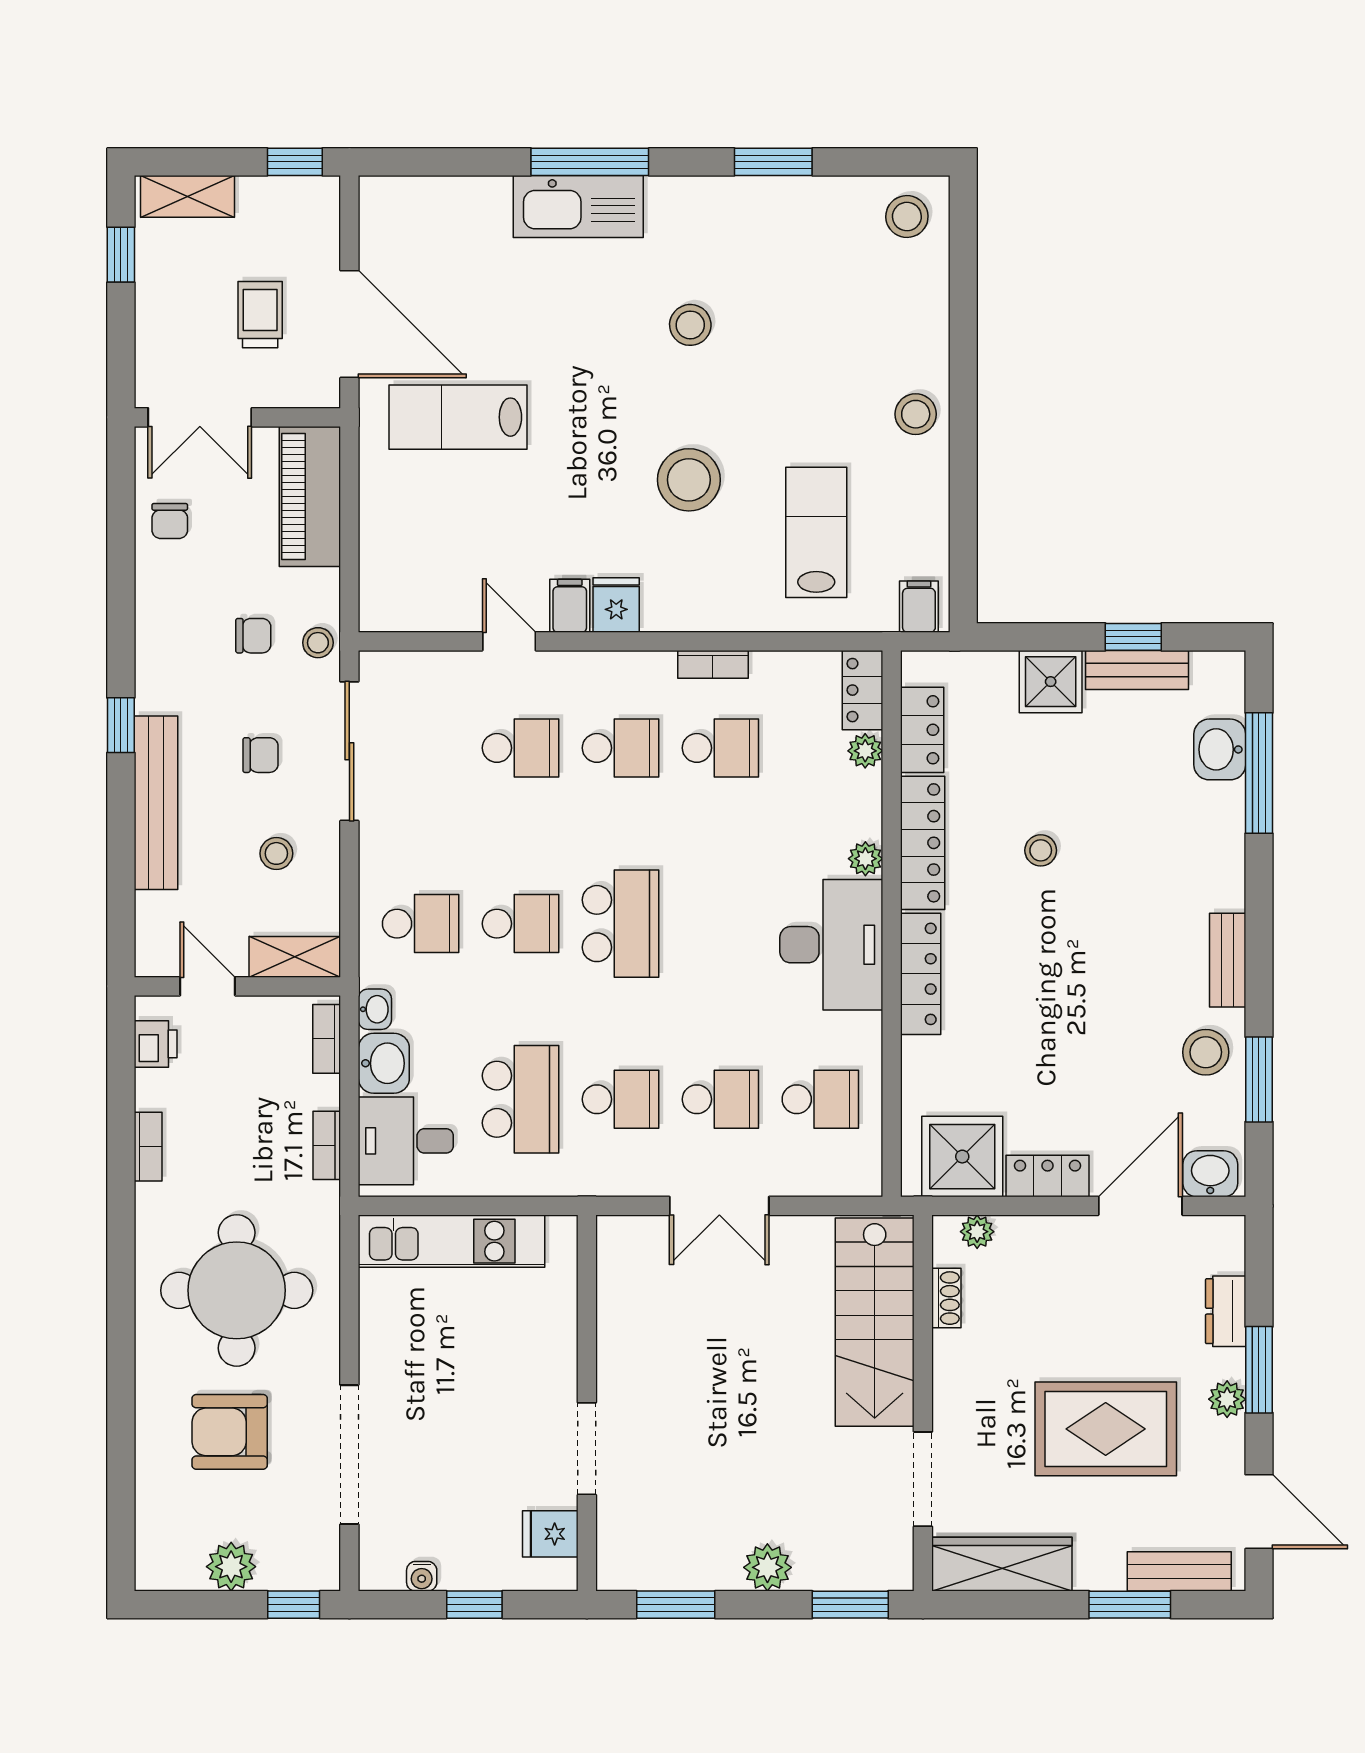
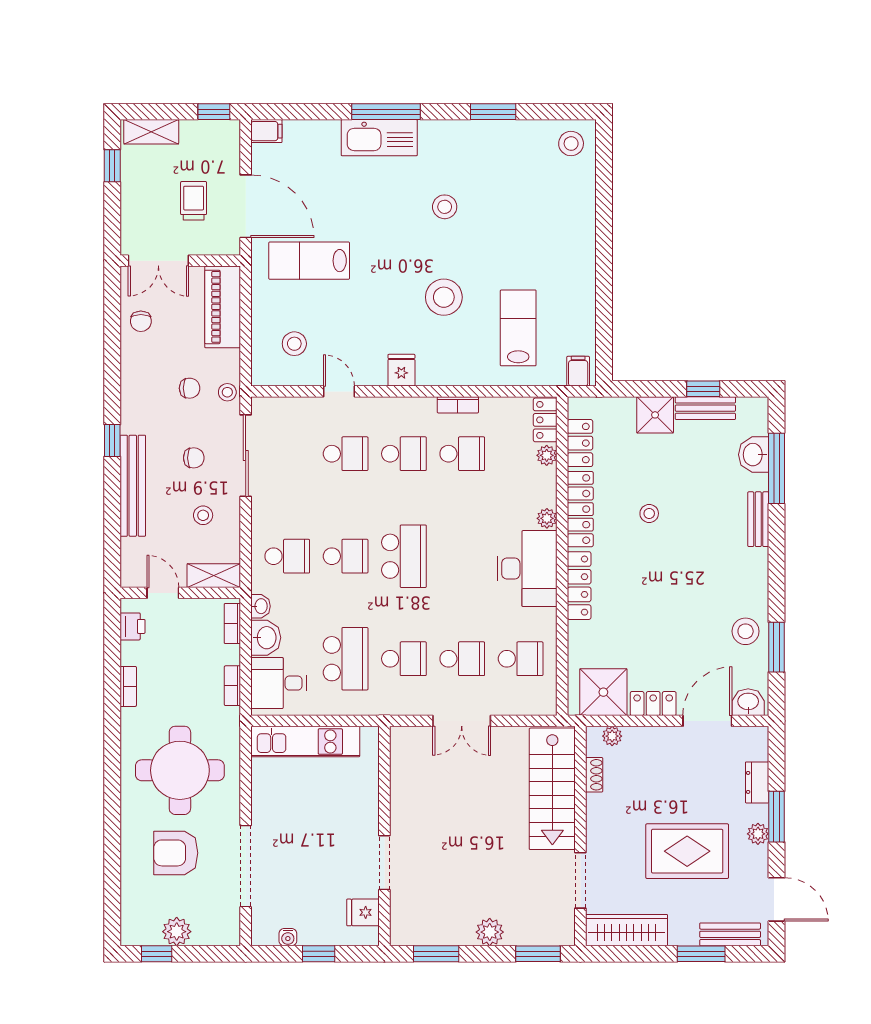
stool: (916, 414) -> (294, 344), moved
filing cabinet: (570, 606) -> (266, 131), moved, turned 90
bench: (1228, 960) -> (758, 519), moved
window: (294, 1605) -> (157, 954), moved

